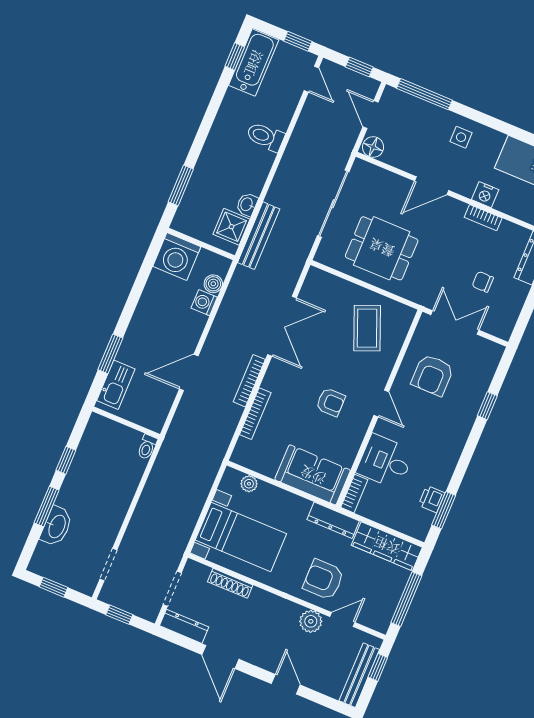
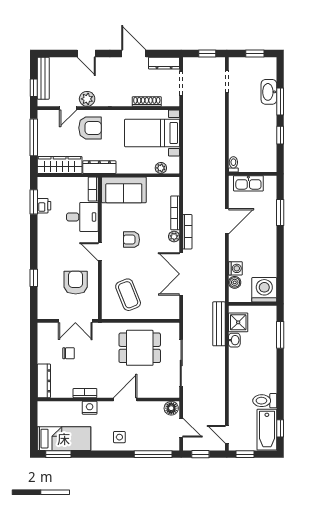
toilet: (265, 137) -> (265, 401), moved, turned 180
plant: (270, 382) -> (174, 236), added
kitchen sink: (116, 385) -> (248, 183), moved, turned -90

